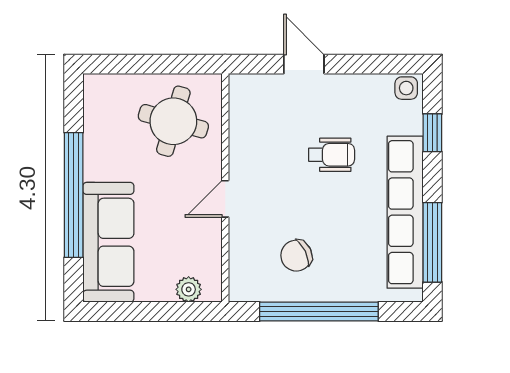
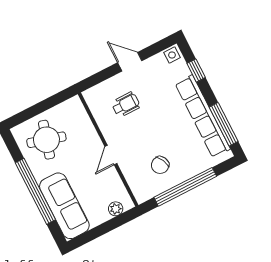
door: (304, 64) -> (130, 62), moved
round table: (173, 121) -> (46, 140), moved
wheelchair: (332, 155) -> (126, 104), moved

